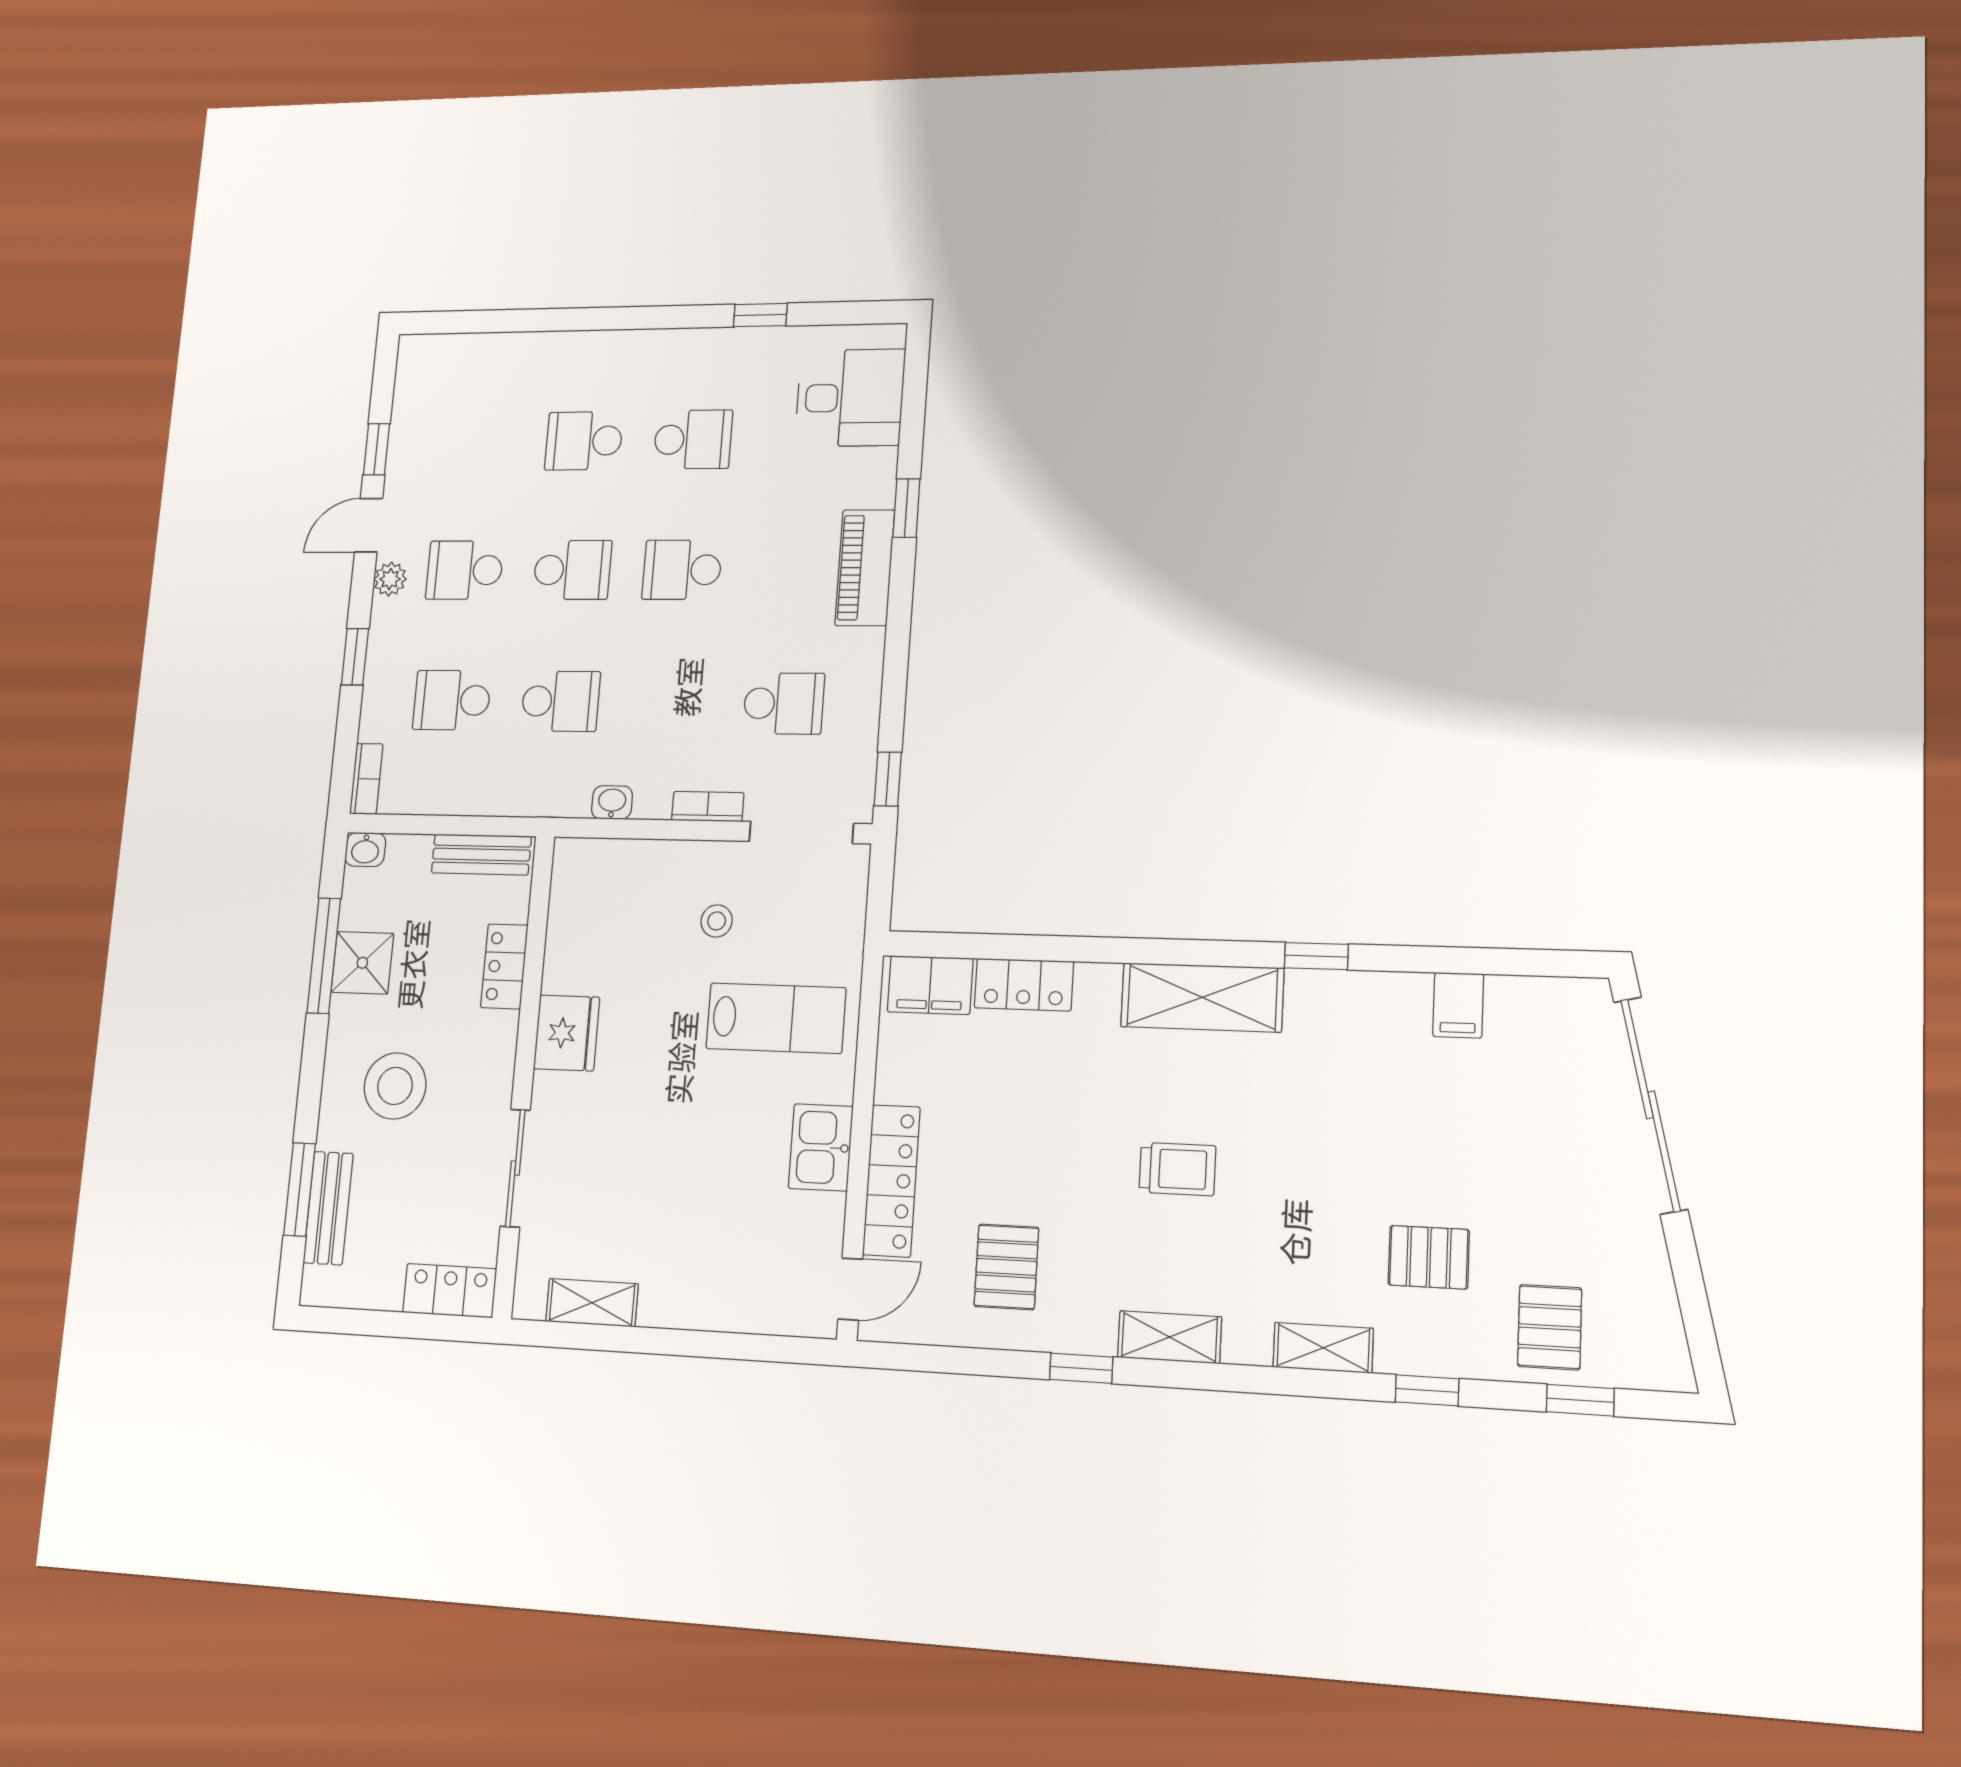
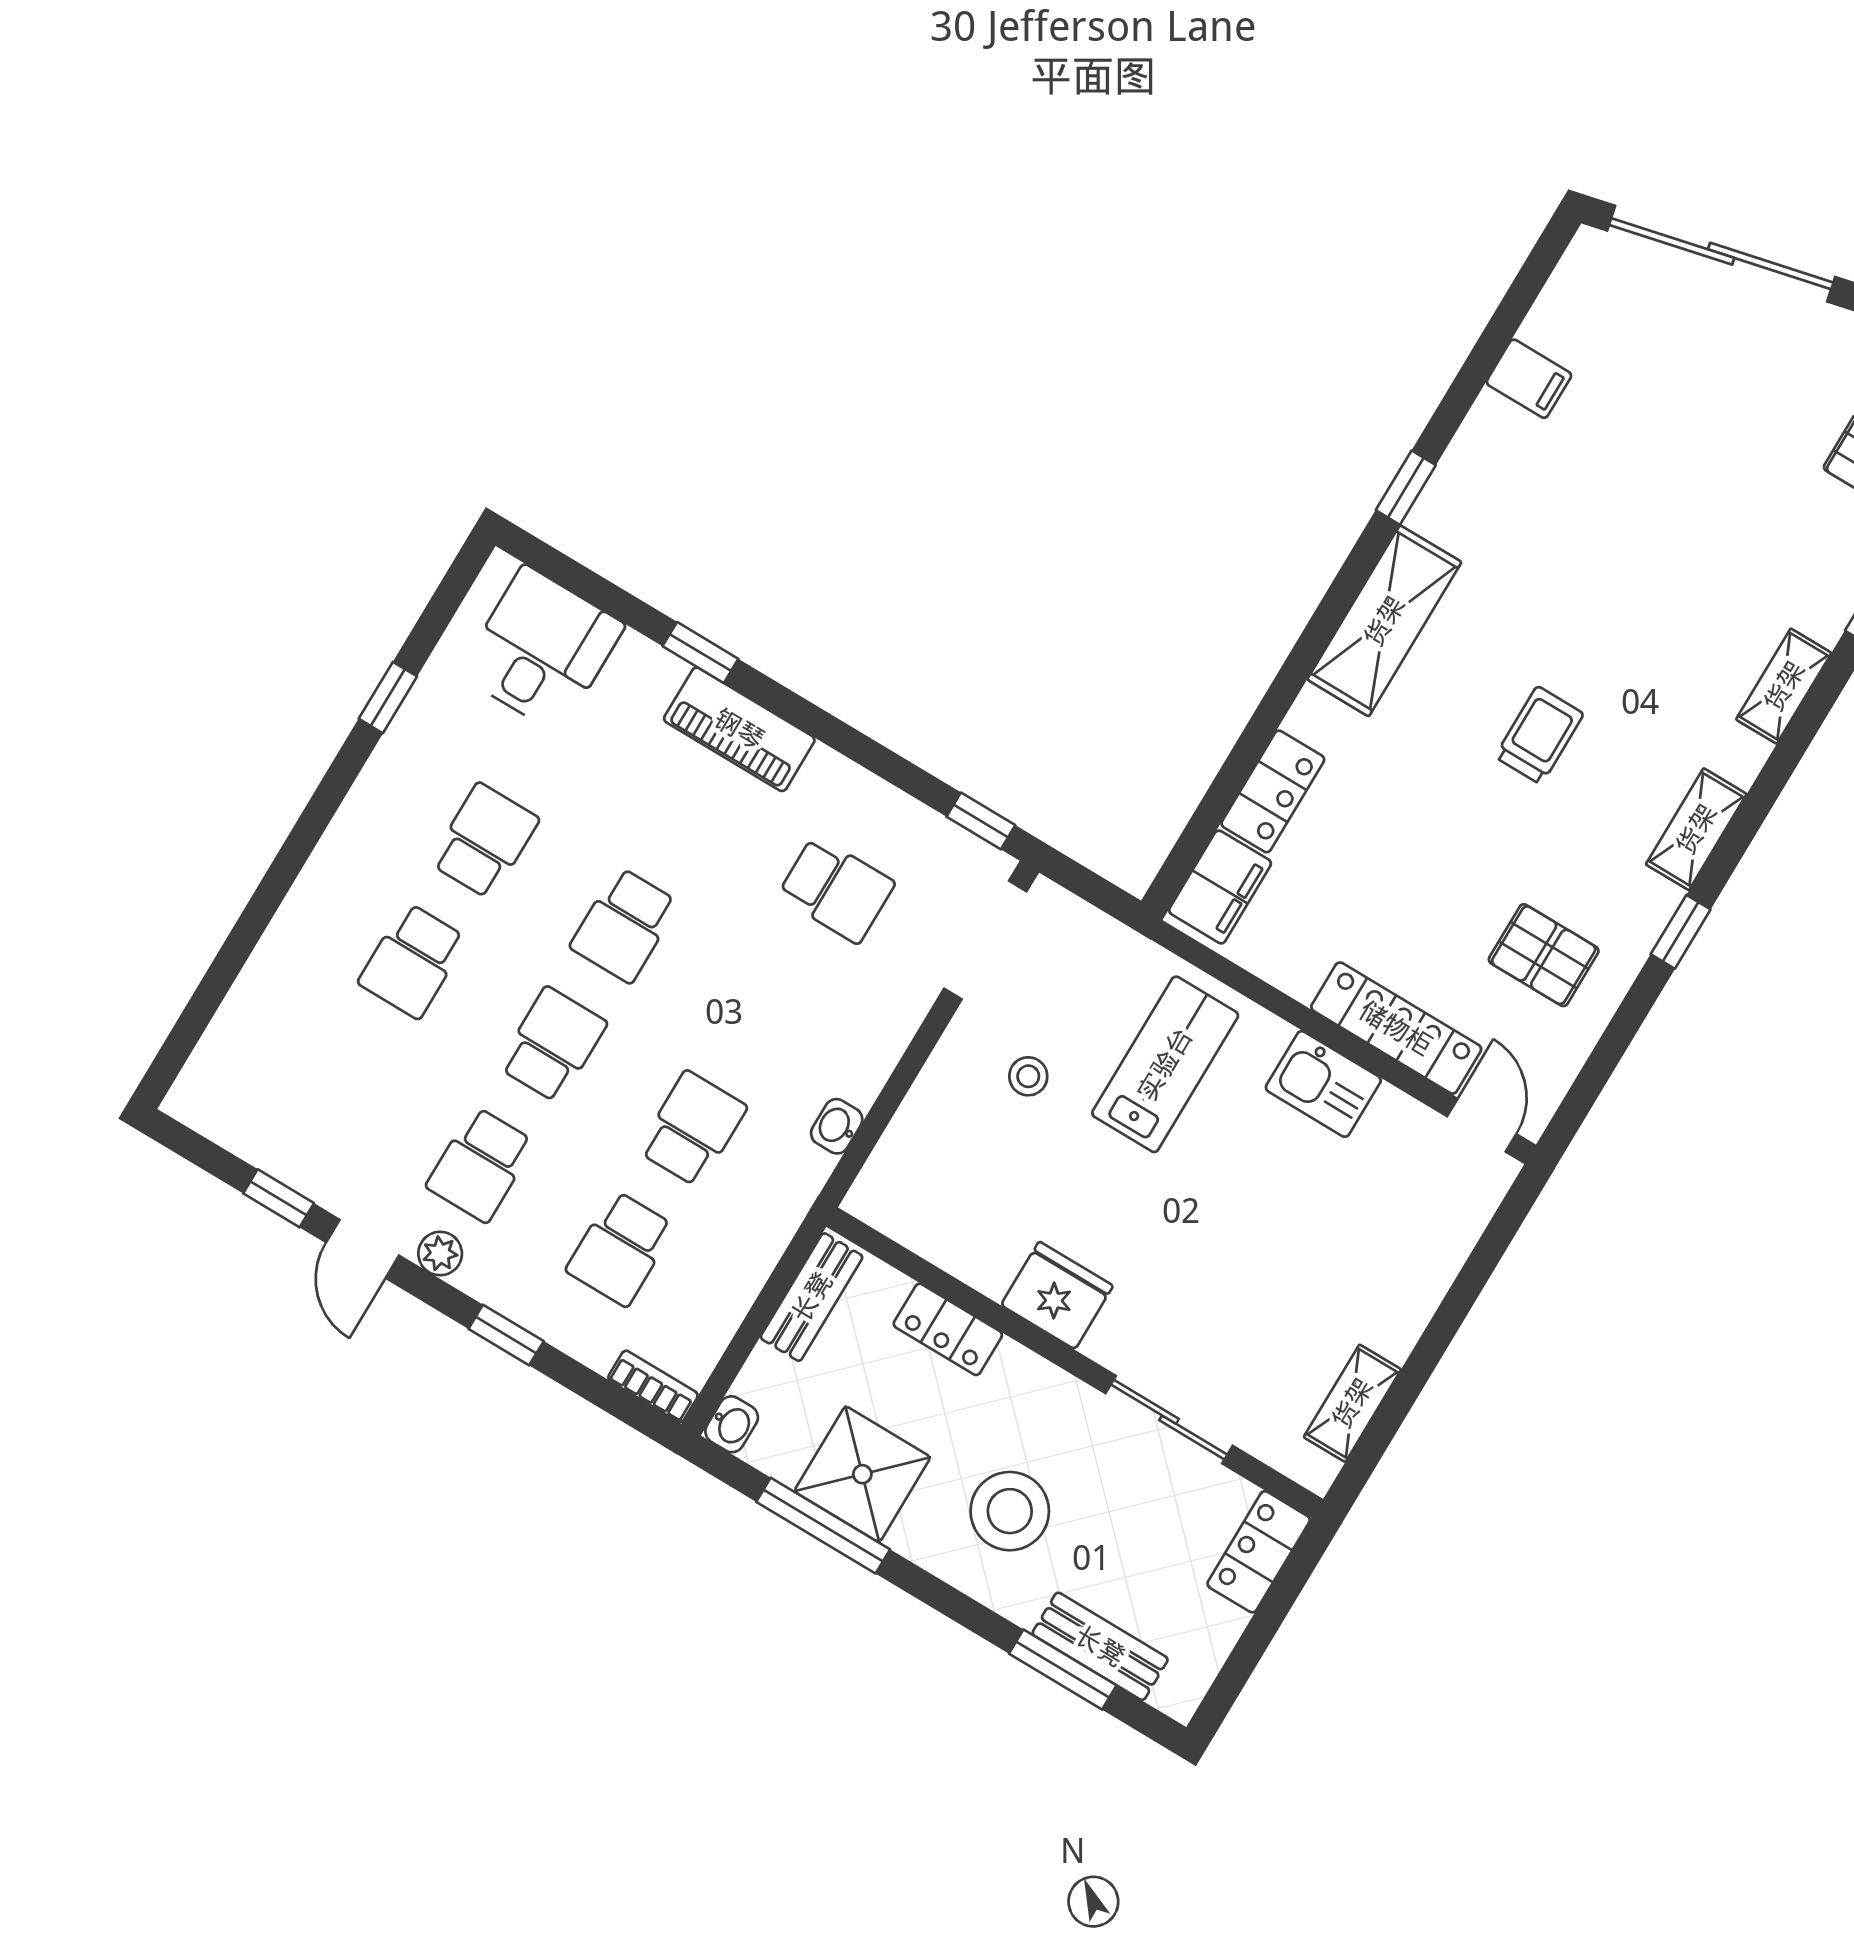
school desk: (784, 703) -> (836, 889), turned 90
bookcase: (708, 806) -> (901, 1025), removed
shower: (362, 963) -> (862, 1474), width x1.36, depth x1.36
pallet: (1429, 1257) -> (1752, 539), removed

